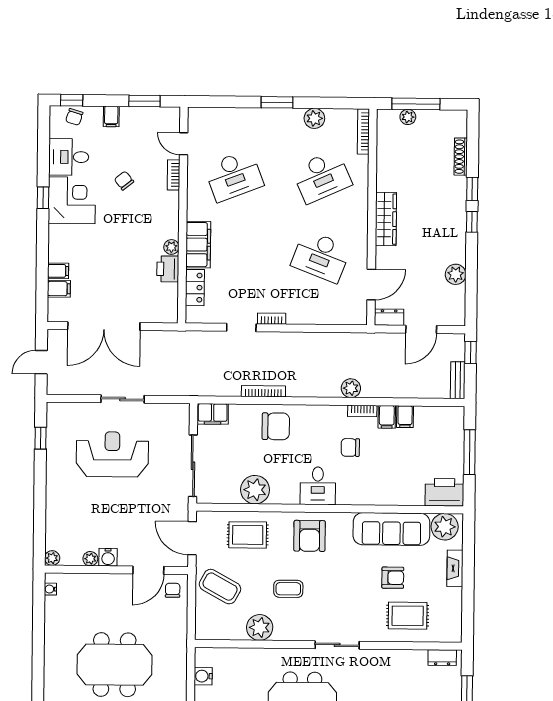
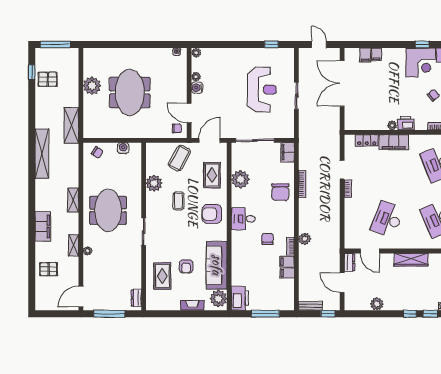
printer: (168, 269) -> (406, 123), moved

